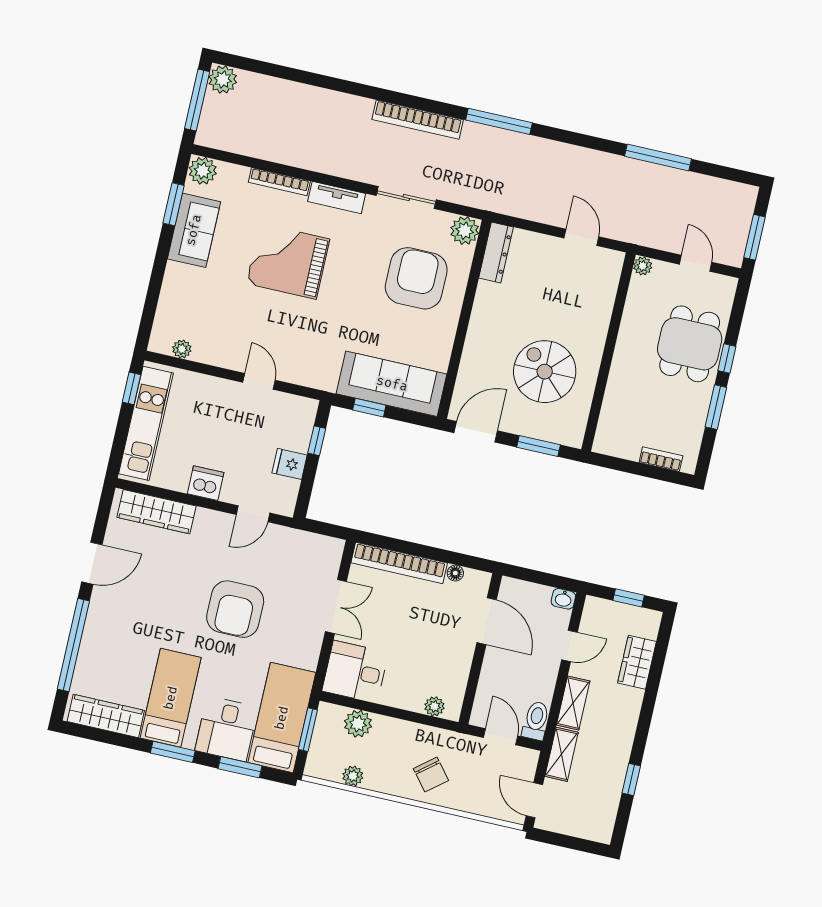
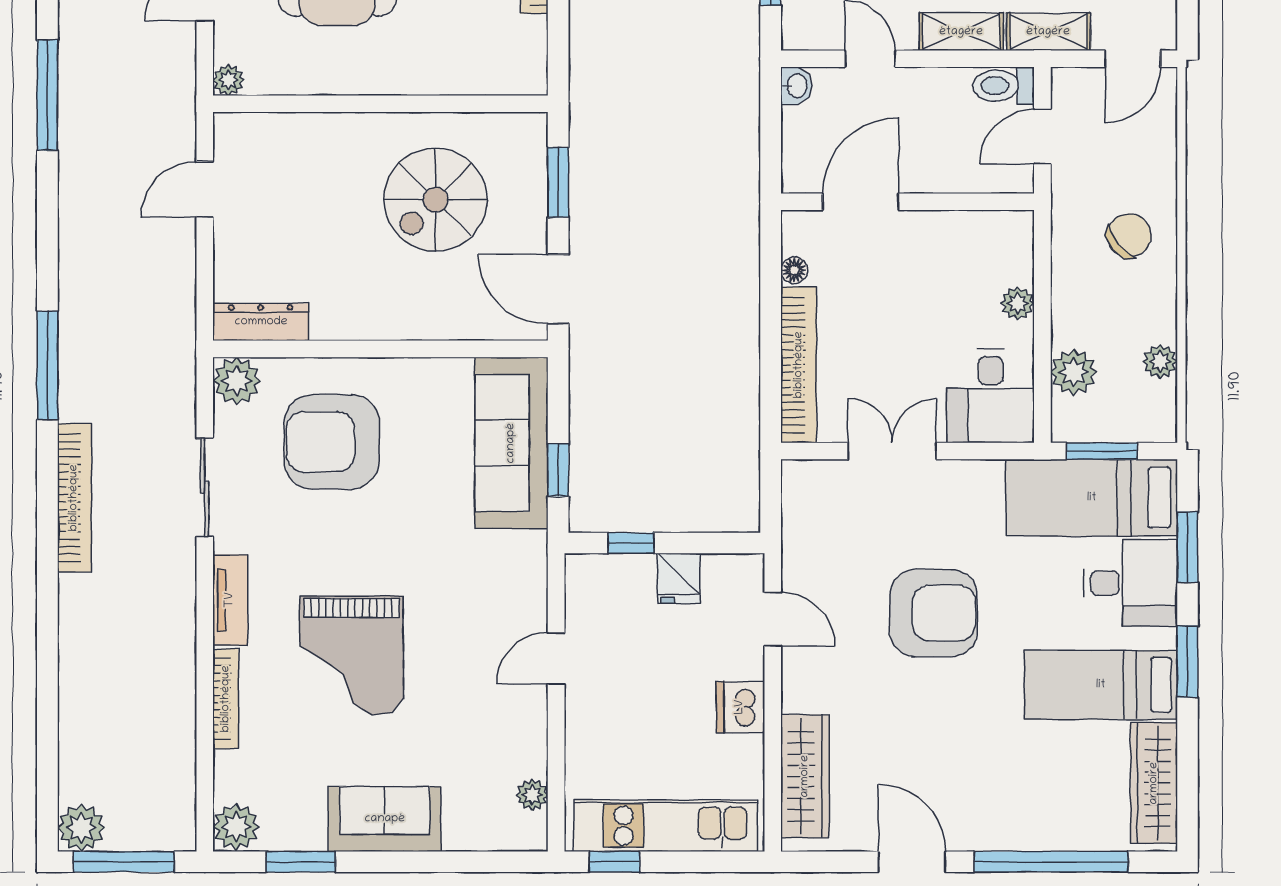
sofa: (194, 230) -> (385, 819), moved
plant: (434, 706) -> (1018, 303), moved

